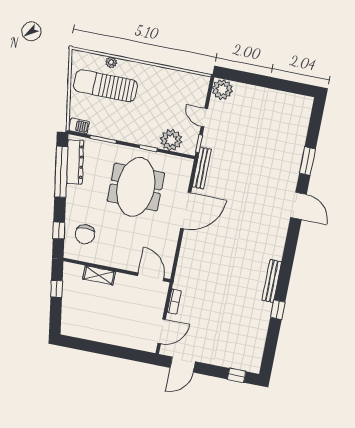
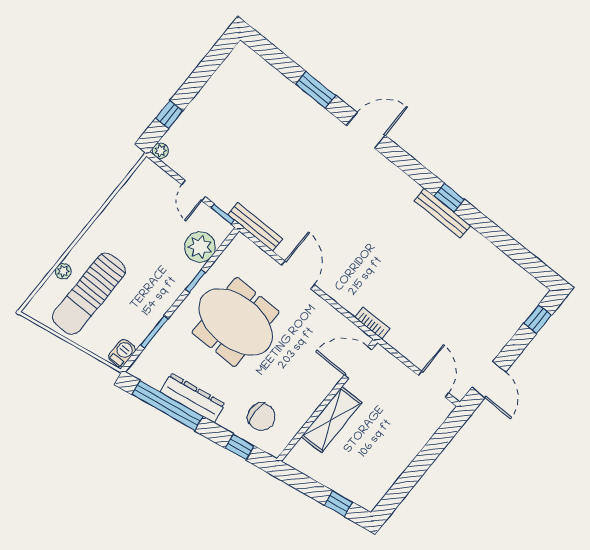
window: (244, 77) -> (169, 115), added
plant: (222, 89) -> (160, 151), width x0.53, depth x0.53
door: (204, 118) -> (194, 191), hinge flipped
dresser: (75, 162) -> (193, 398), moved
door: (186, 211) -> (298, 275), width x0.73
shelving: (99, 275) -> (332, 420), width x1.50, depth x1.33
window: (57, 289) -> (339, 504), moved
bookcase: (174, 302) -> (372, 323), moved
window: (278, 310) -> (449, 198), moved

